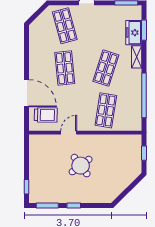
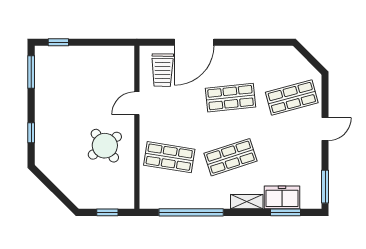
shop shelf: (106, 68) -> (231, 157), turned -36
door: (69, 133) -> (137, 103), swing flipped
round table: (81, 166) -> (105, 146), moved
window: (74, 206) -> (31, 133), moved

